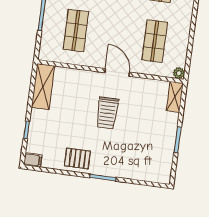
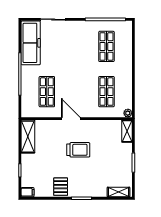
door: (117, 72) -> (71, 119), moved
trolley: (107, 113) -> (78, 150), turned -90
pallet: (77, 158) -> (61, 187), turned 90
shelving: (153, 176) -> (118, 192), added

